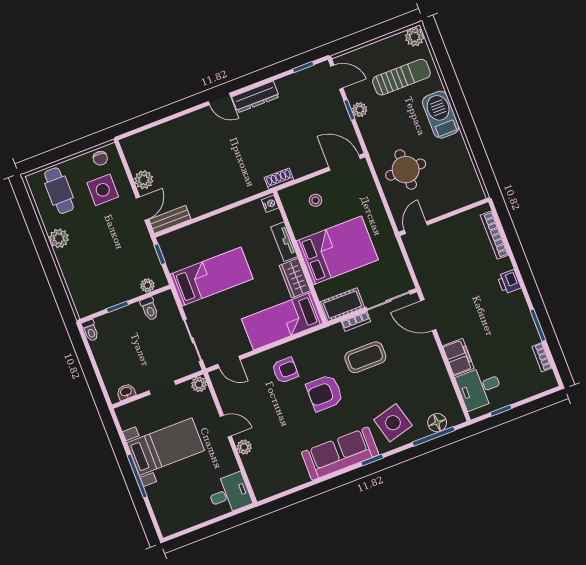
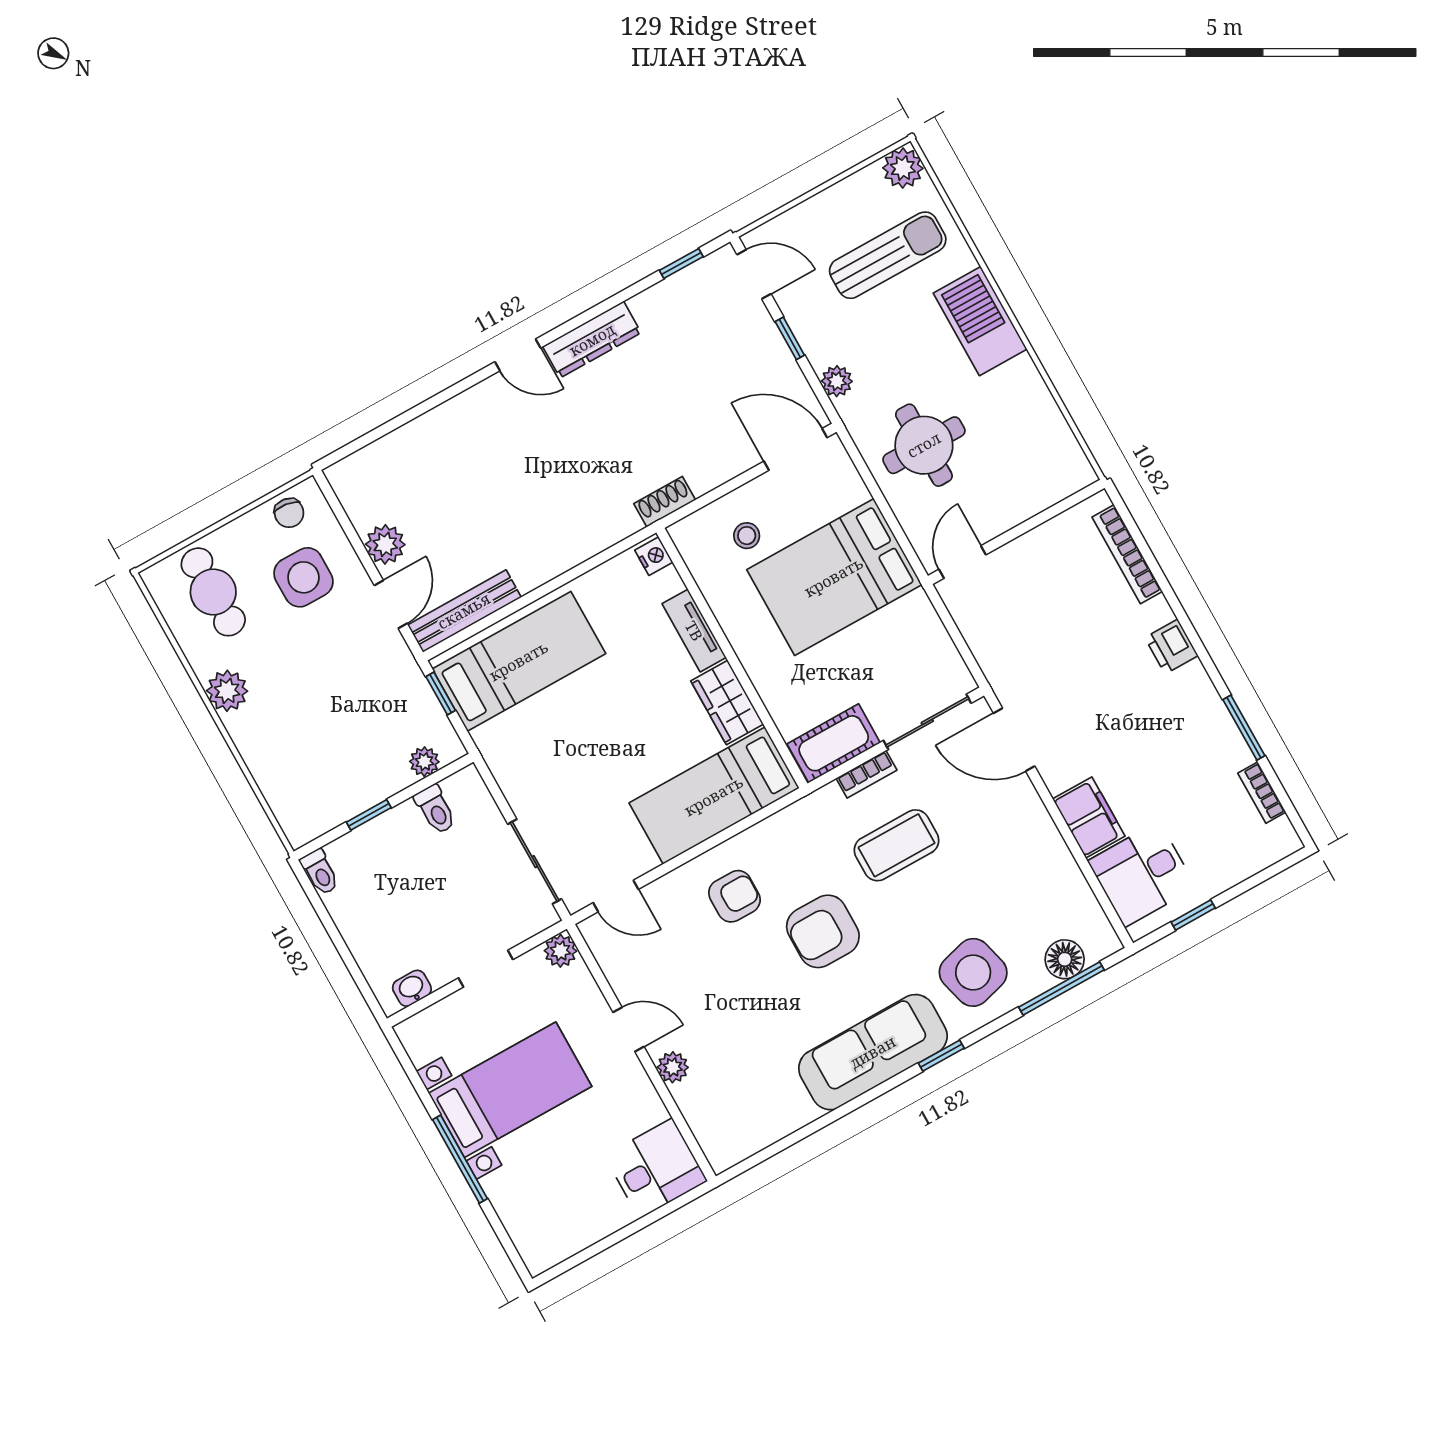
plant: (360, 110) -> (837, 381), moved
bench: (170, 219) -> (464, 611), width x1.36
bed: (337, 250) -> (834, 577), moved, turned 180
bed: (211, 277) -> (519, 661), moved

